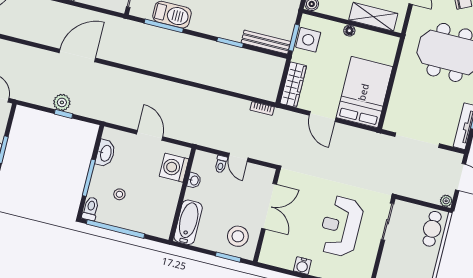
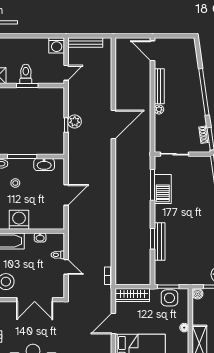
bench: (266, 42) -> (160, 242), moved
door: (77, 55) -> (113, 124), hinge flipped
door: (238, 157) -> (66, 267), swing flipped
washing machine: (174, 168) -> (19, 220), moved

